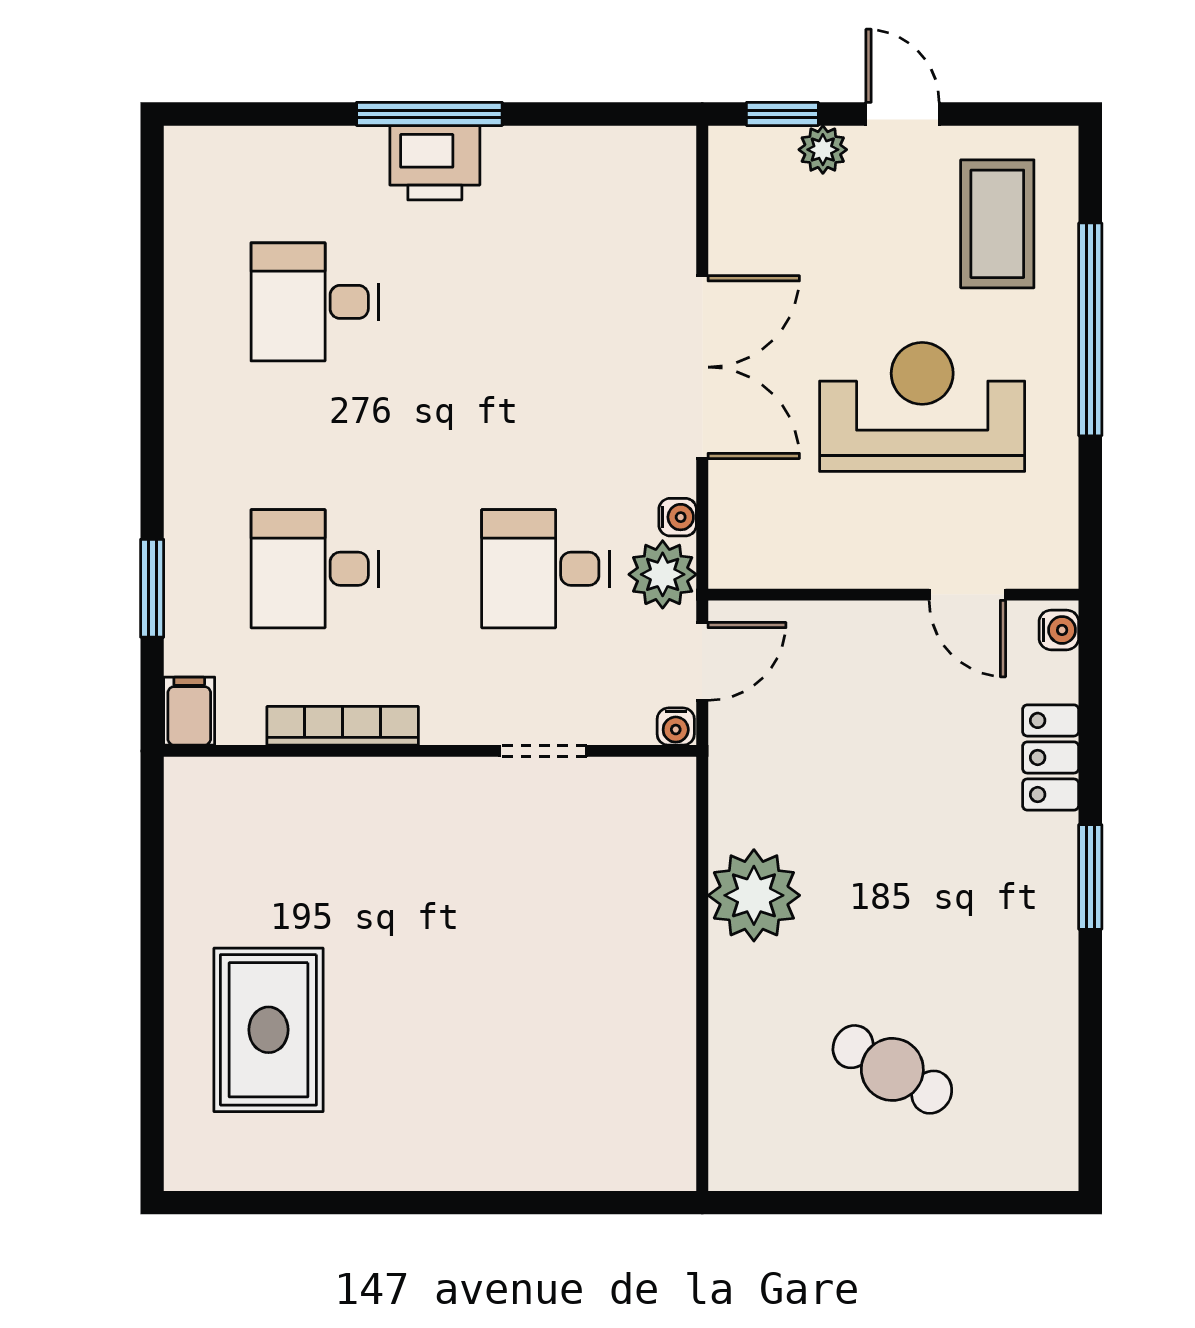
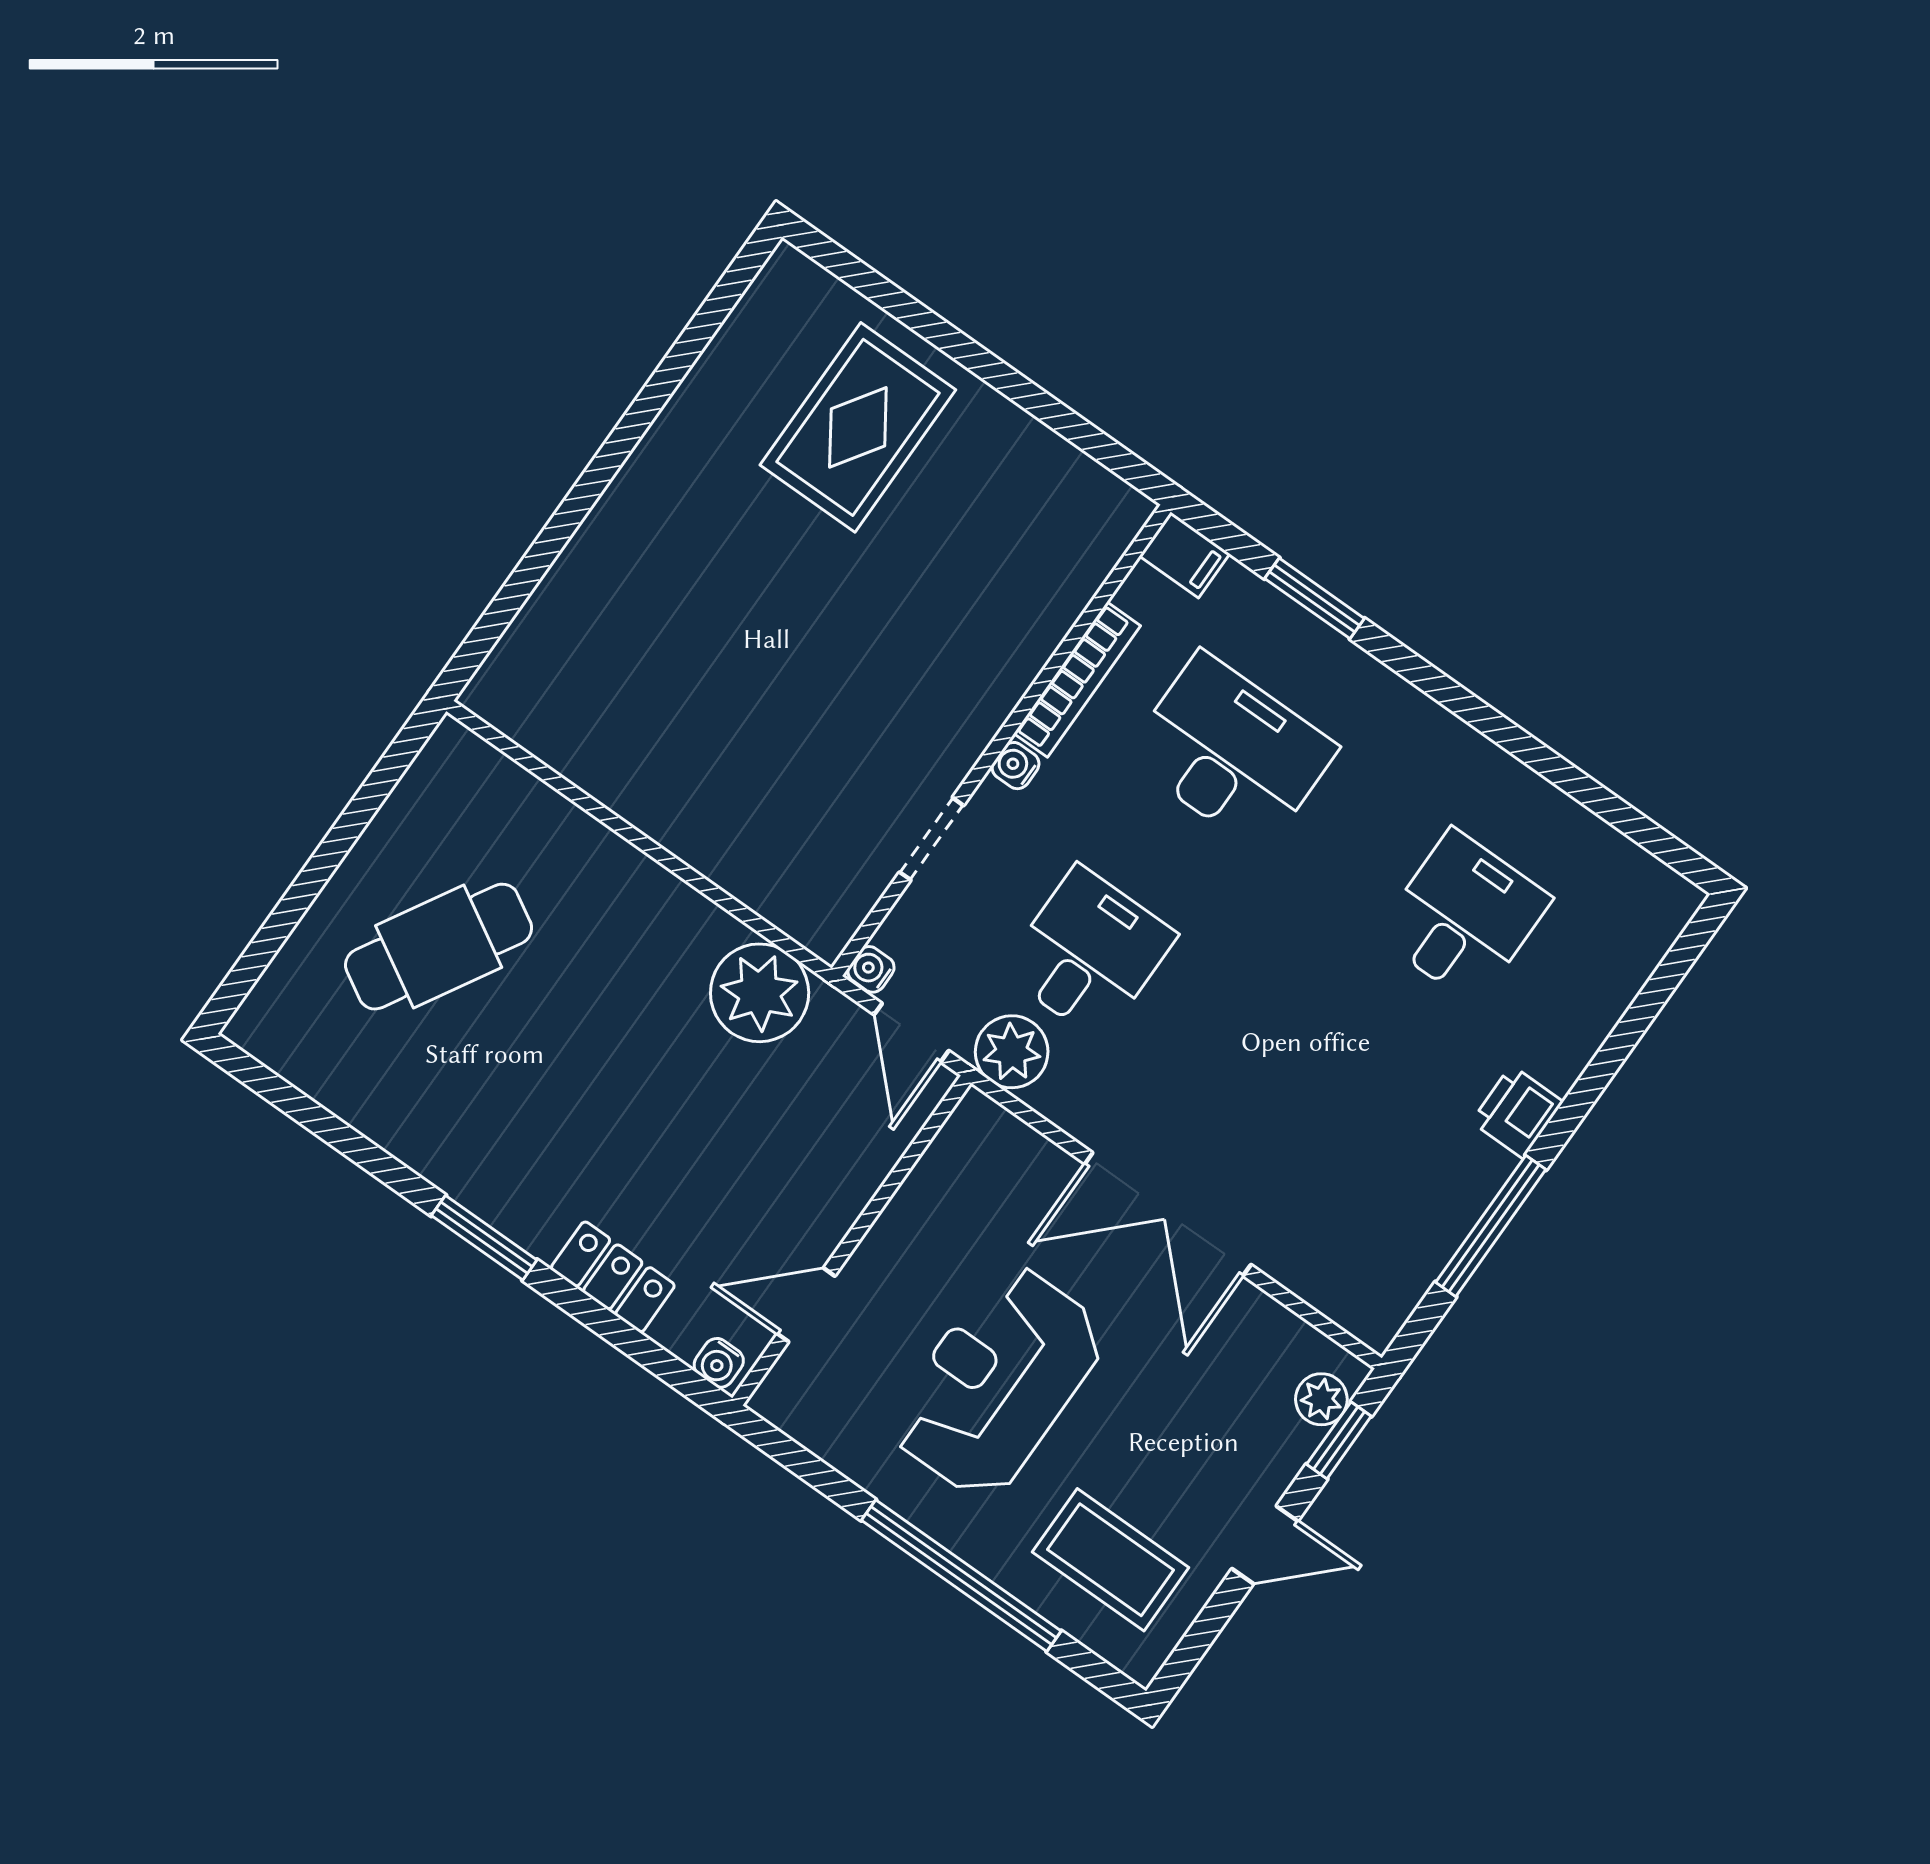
window: (429, 114) -> (1491, 1226), moved
plant: (823, 150) -> (1321, 1399), moved
printer: (435, 163) -> (1517, 1112), width x0.73, depth x0.81
reception desk: (922, 407) -> (997, 1381), turned 180
water cooler: (678, 517) -> (1016, 766), moved, turned 90
desk: (315, 569) -> (1231, 752), width x1.37
plant: (754, 895) -> (760, 993), moved
rug: (268, 1030) -> (858, 427), turned 90
cafe table: (892, 1069) -> (439, 947), width x1.37, depth x1.35

